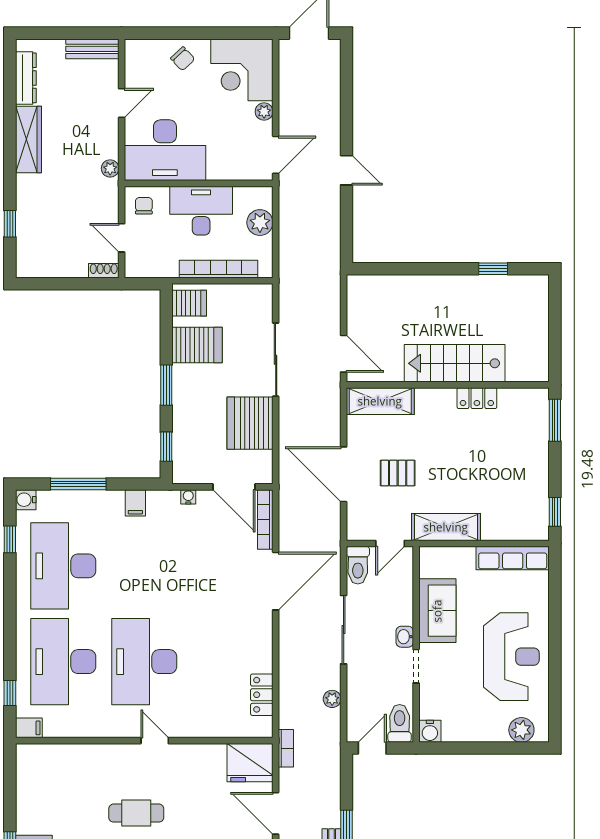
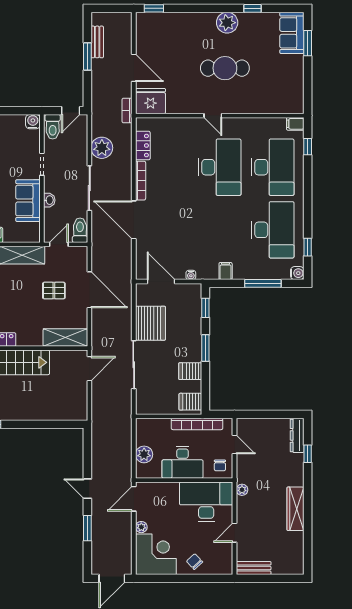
dresser: (26, 78) -> (297, 435), moved
window: (346, 110) -> (87, 528), added
bookcase: (218, 269) -> (197, 424), moved
shoe rack: (104, 271) -> (246, 423), removed
server rack: (197, 345) -> (190, 371), width x0.73, depth x0.70
door: (344, 354) -> (89, 369), swing flipped
bookcase: (265, 519) -> (141, 181), moved
door: (276, 581) -> (134, 220), hinge flipped
washbasin: (405, 637) -> (49, 200), moved
plant: (332, 699) -> (102, 148), width x1.88, depth x1.88
cafe table: (136, 813) -> (225, 68), width x1.37, depth x1.35

